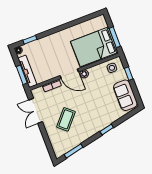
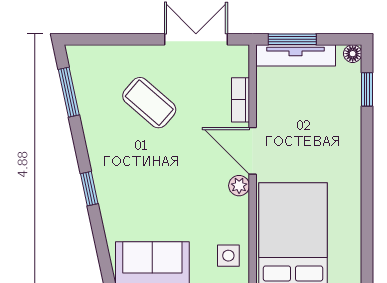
door: (69, 74) -> (253, 151), hinge flipped

